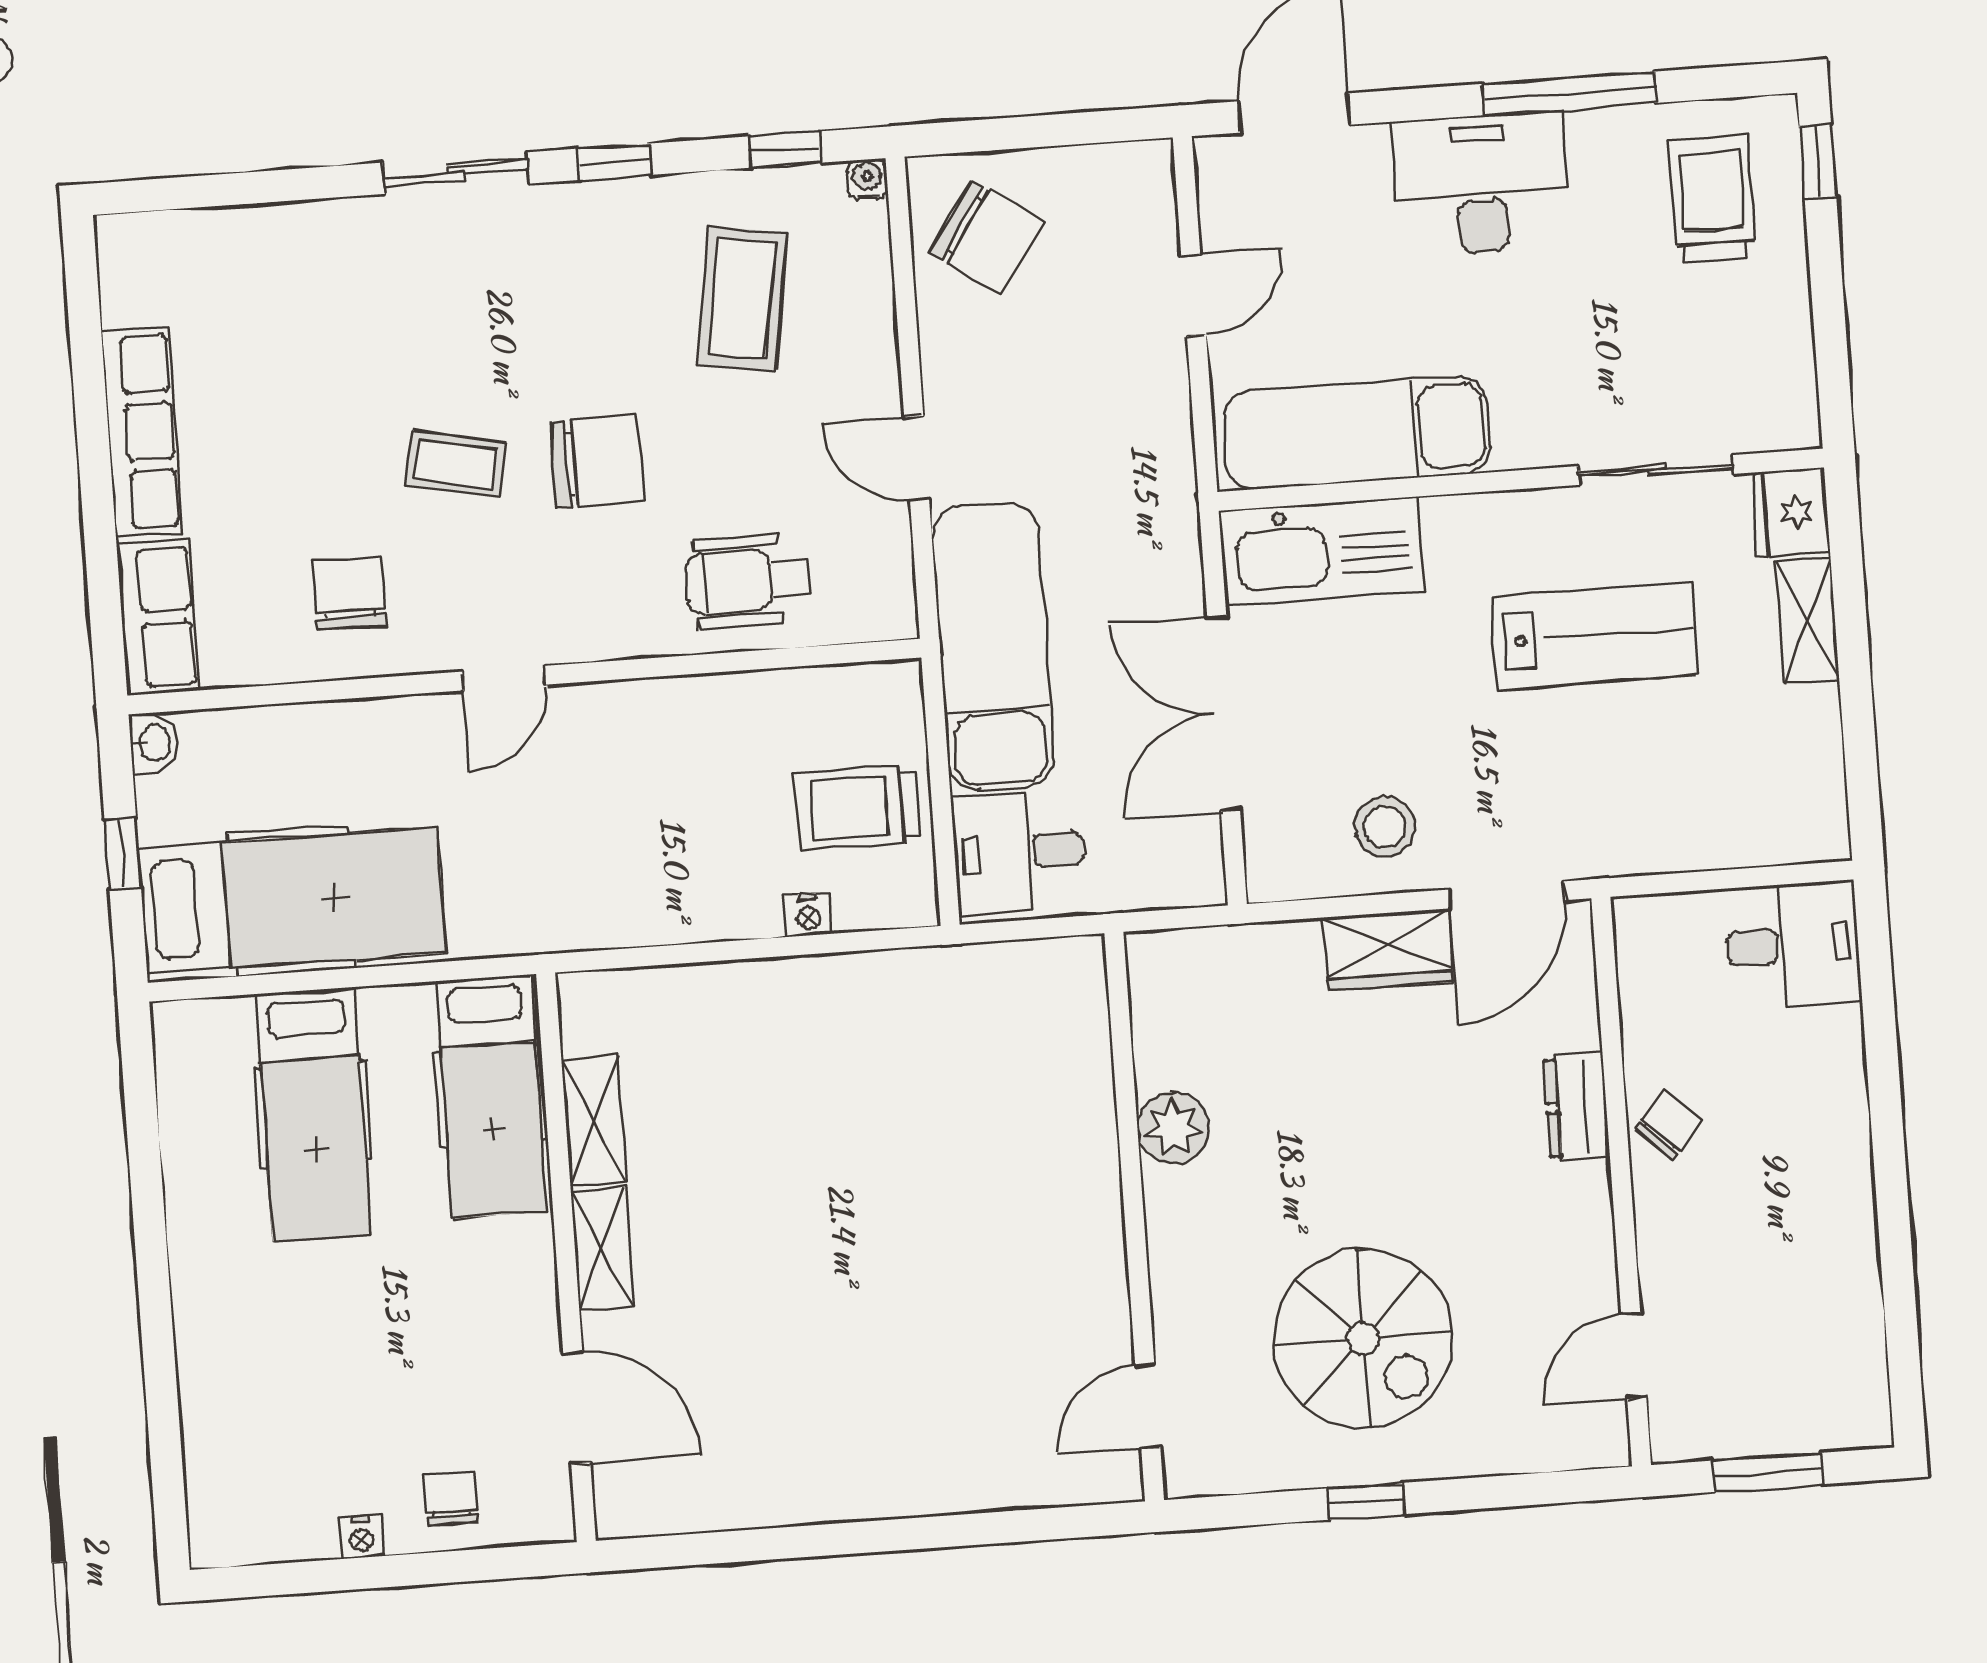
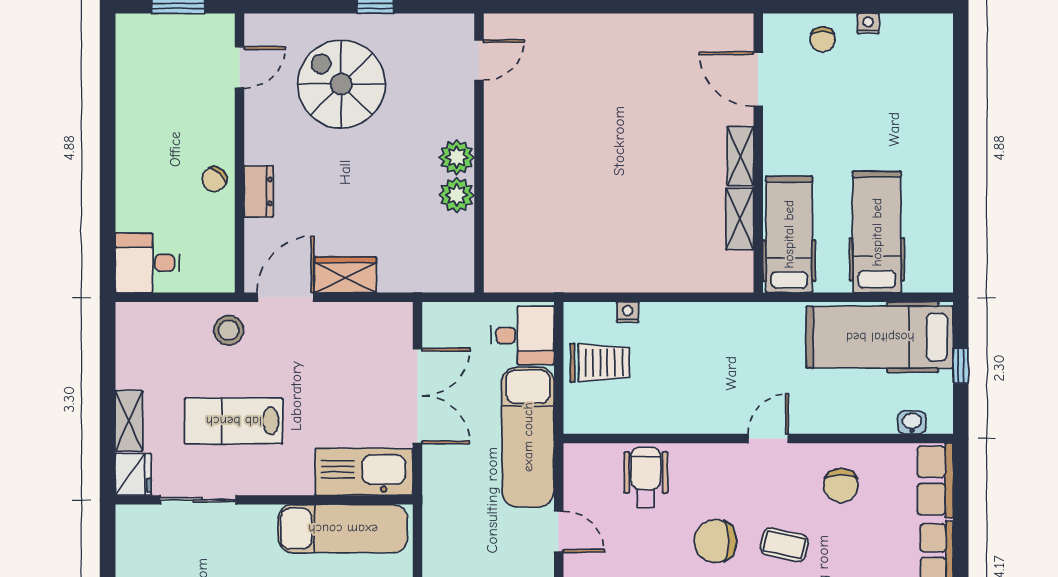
wheelchair: (747, 581) -> (646, 477), turned -90
washbasin: (154, 743) -> (912, 422), moved, turned 90
stool: (1385, 827) -> (229, 330), moved
plant: (1179, 1205) -> (457, 157), added
spiral stairs: (1363, 1338) -> (341, 84), moved

